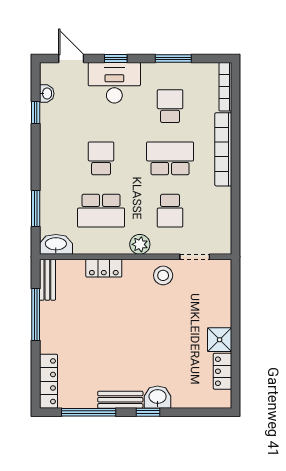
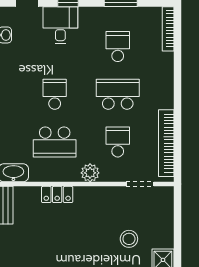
desk: (114, 83) -> (60, 25), width x0.73
bookcase: (223, 149) -> (166, 143), moved
school desk: (170, 211) -> (118, 142), turned 180
stool: (163, 275) -> (129, 239), moved

